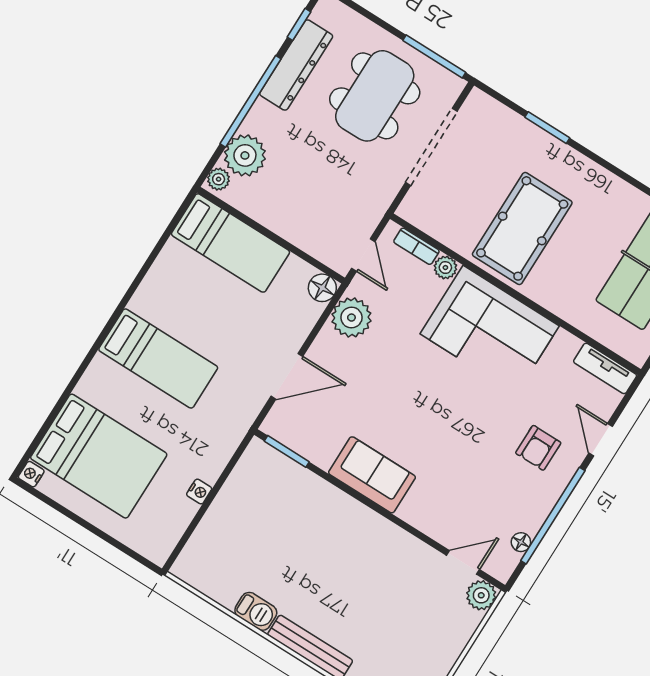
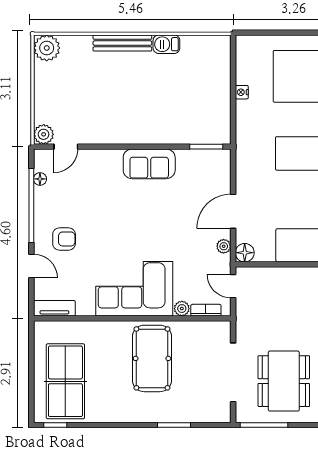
plant: (351, 318) -> (224, 246), width x0.53, depth x0.53
door: (287, 376) -> (233, 211), moved
armchair: (538, 448) -> (64, 239), turned 90

